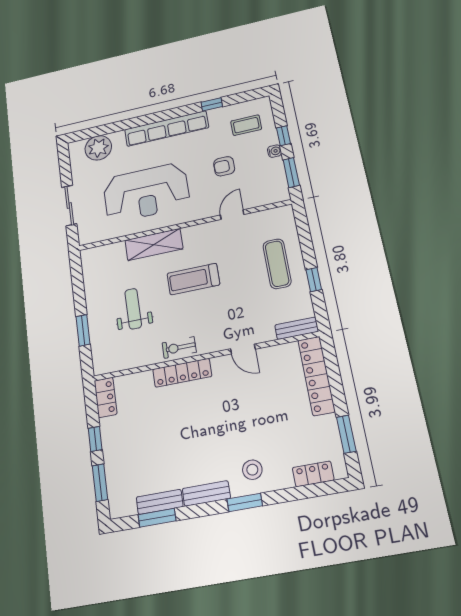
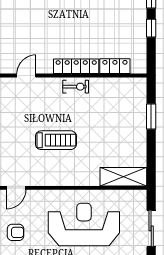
shelving: (154, 245) -> (123, 177), moved
weight bench: (133, 309) -> (108, 126), removed
door: (243, 349) -> (26, 75), hinge flipped
locker: (105, 397) -> (115, 66), moved, turned 90

